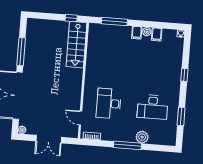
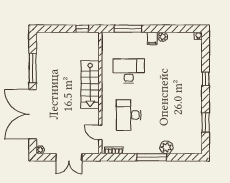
filing cabinet: (157, 34) -> (173, 39), removed
stairs: (77, 45) -> (90, 85), moved
desk: (153, 107) -> (129, 71), moved, turned 180

